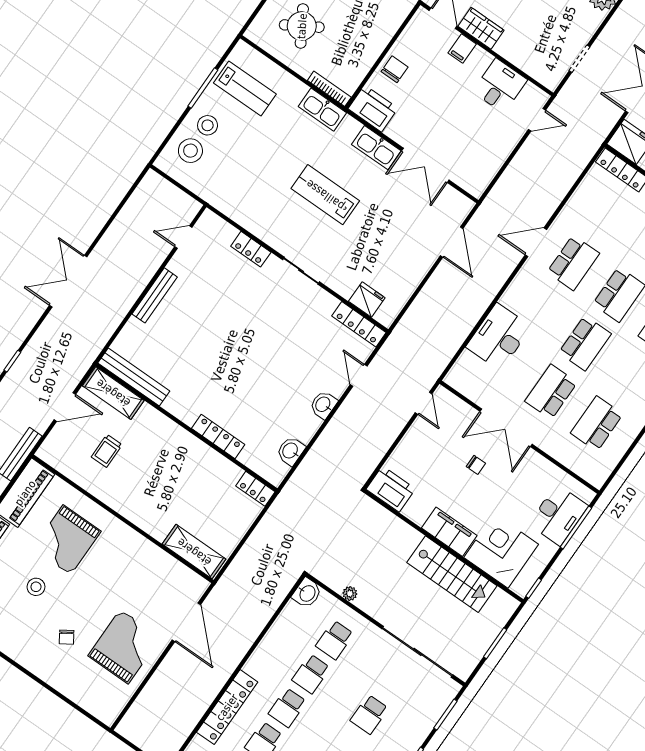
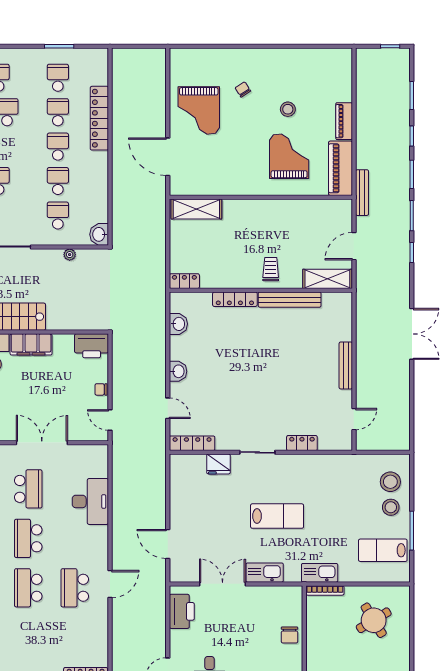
printer: (373, 108) -> (182, 611), moved, turned -90
fridge: (367, 300) -> (218, 464), moved
bench: (134, 377) -> (290, 300), moved
trolley: (107, 451) -> (271, 269), moved
chair: (476, 465) -> (101, 389), moved

